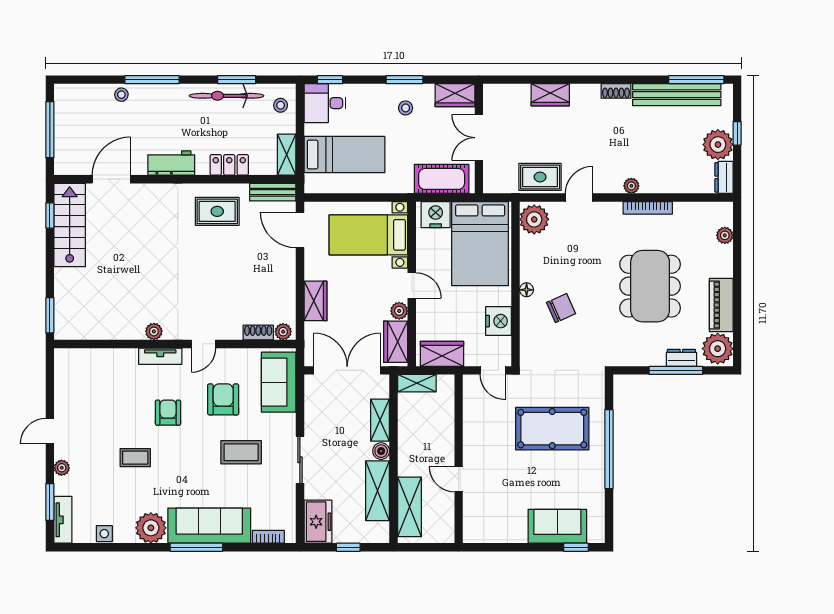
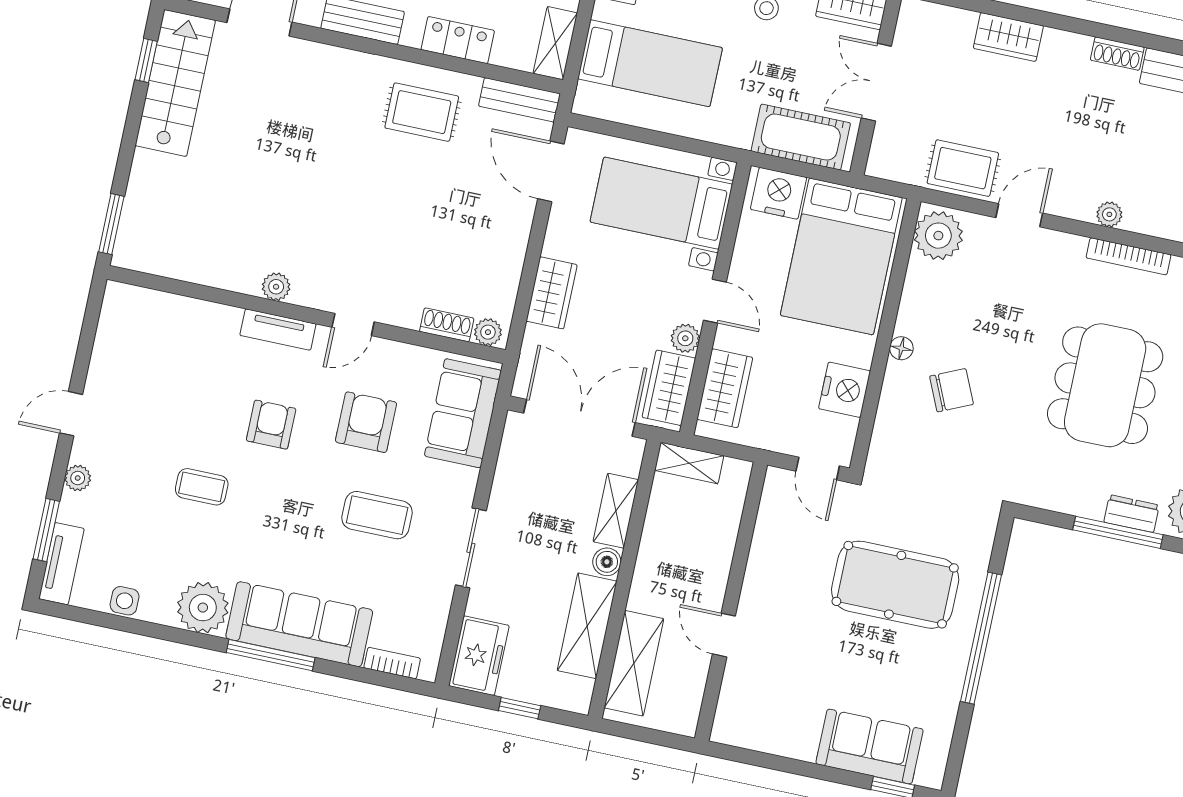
wardrobe: (442, 354) -> (725, 388), moved, turned 90

